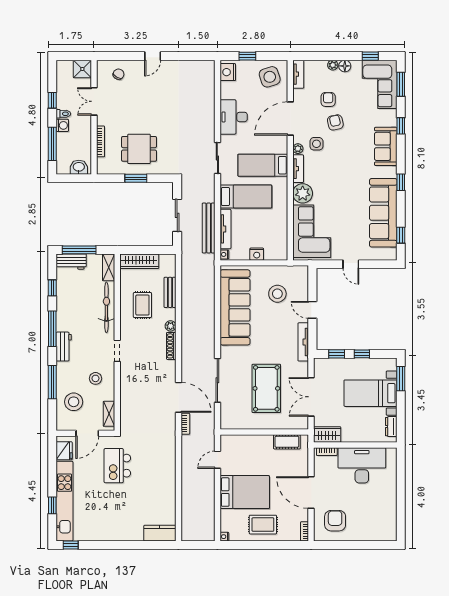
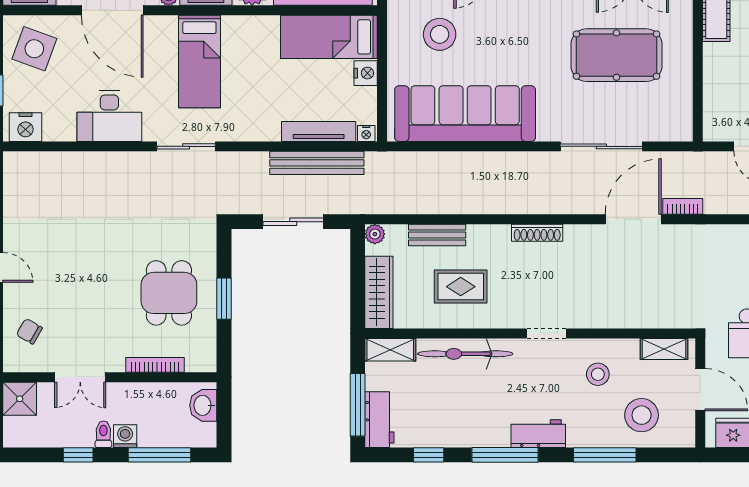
side table: (270, 77) -> (34, 49), turned 38
bed: (246, 196) -> (329, 37), moved, turned -90
plant: (171, 326) -> (375, 234), moved

